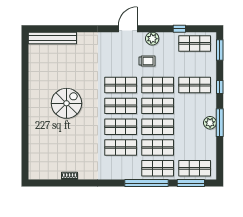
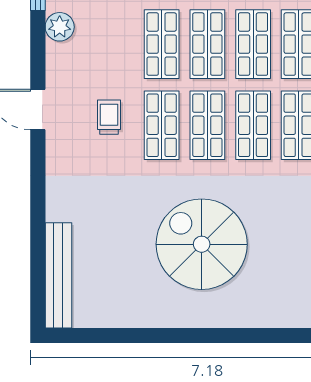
plant: (152, 39) -> (60, 27), moved
trolley: (147, 61) -> (109, 117), moved
spiral stairs: (66, 103) -> (202, 244), width x1.37, depth x1.37

